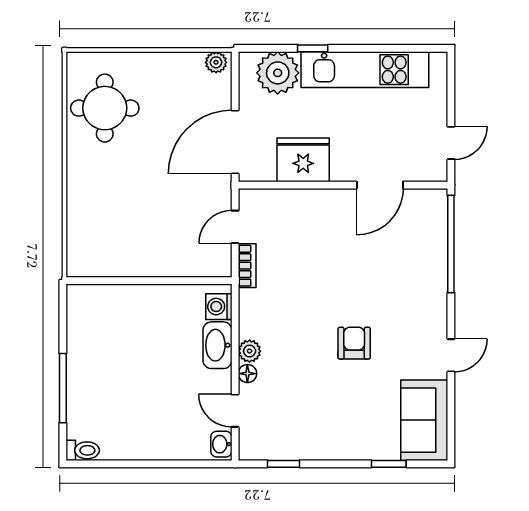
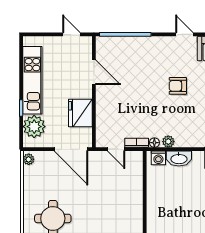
plant: (250, 351) -> (168, 142), moved
floor lamp: (247, 374) -> (154, 143), moved

